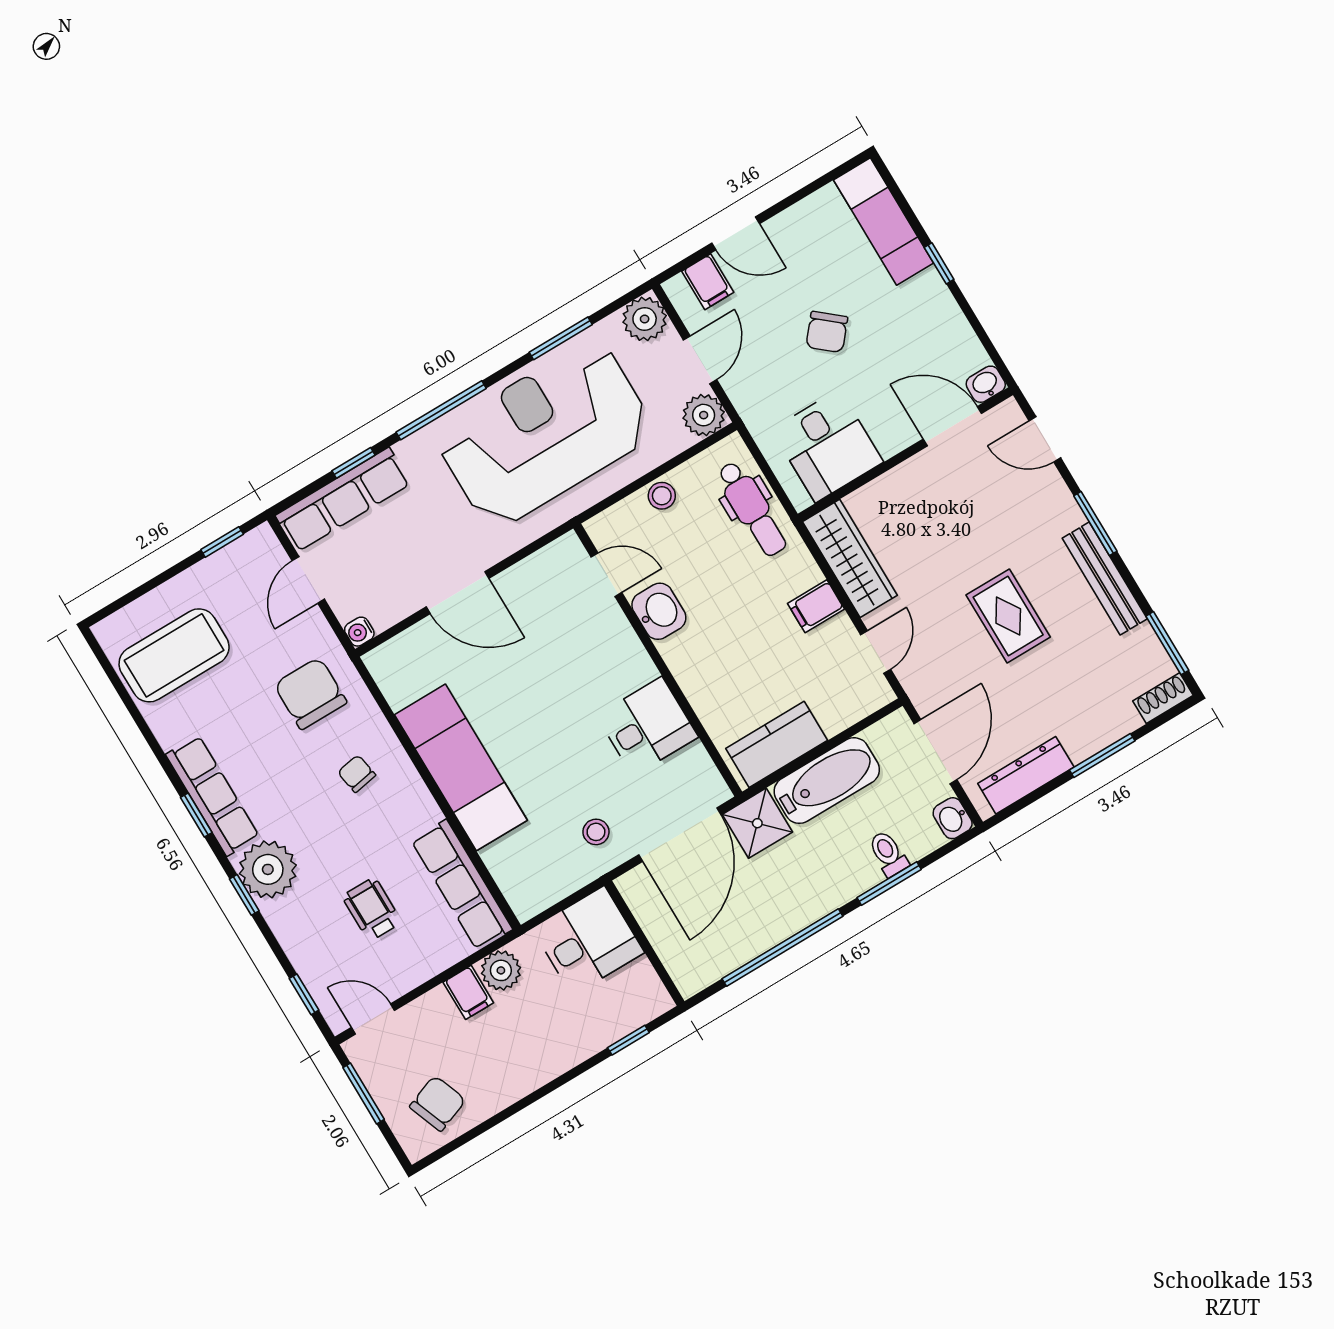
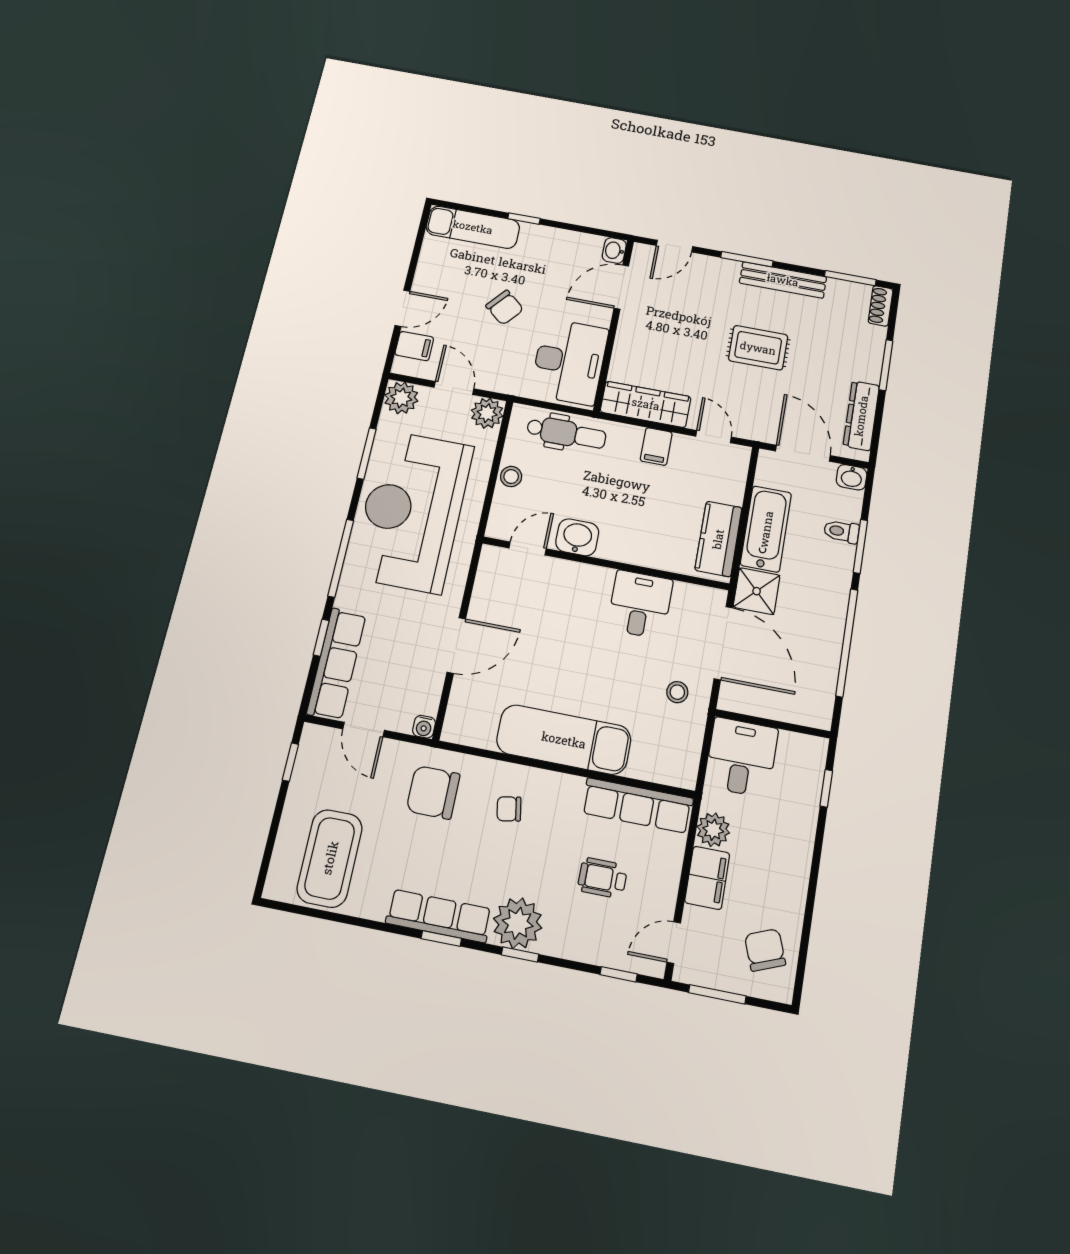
desk: (827, 446) -> (569, 362), width x1.37
filing cabinet: (468, 992) -> (707, 878), width x2.00

